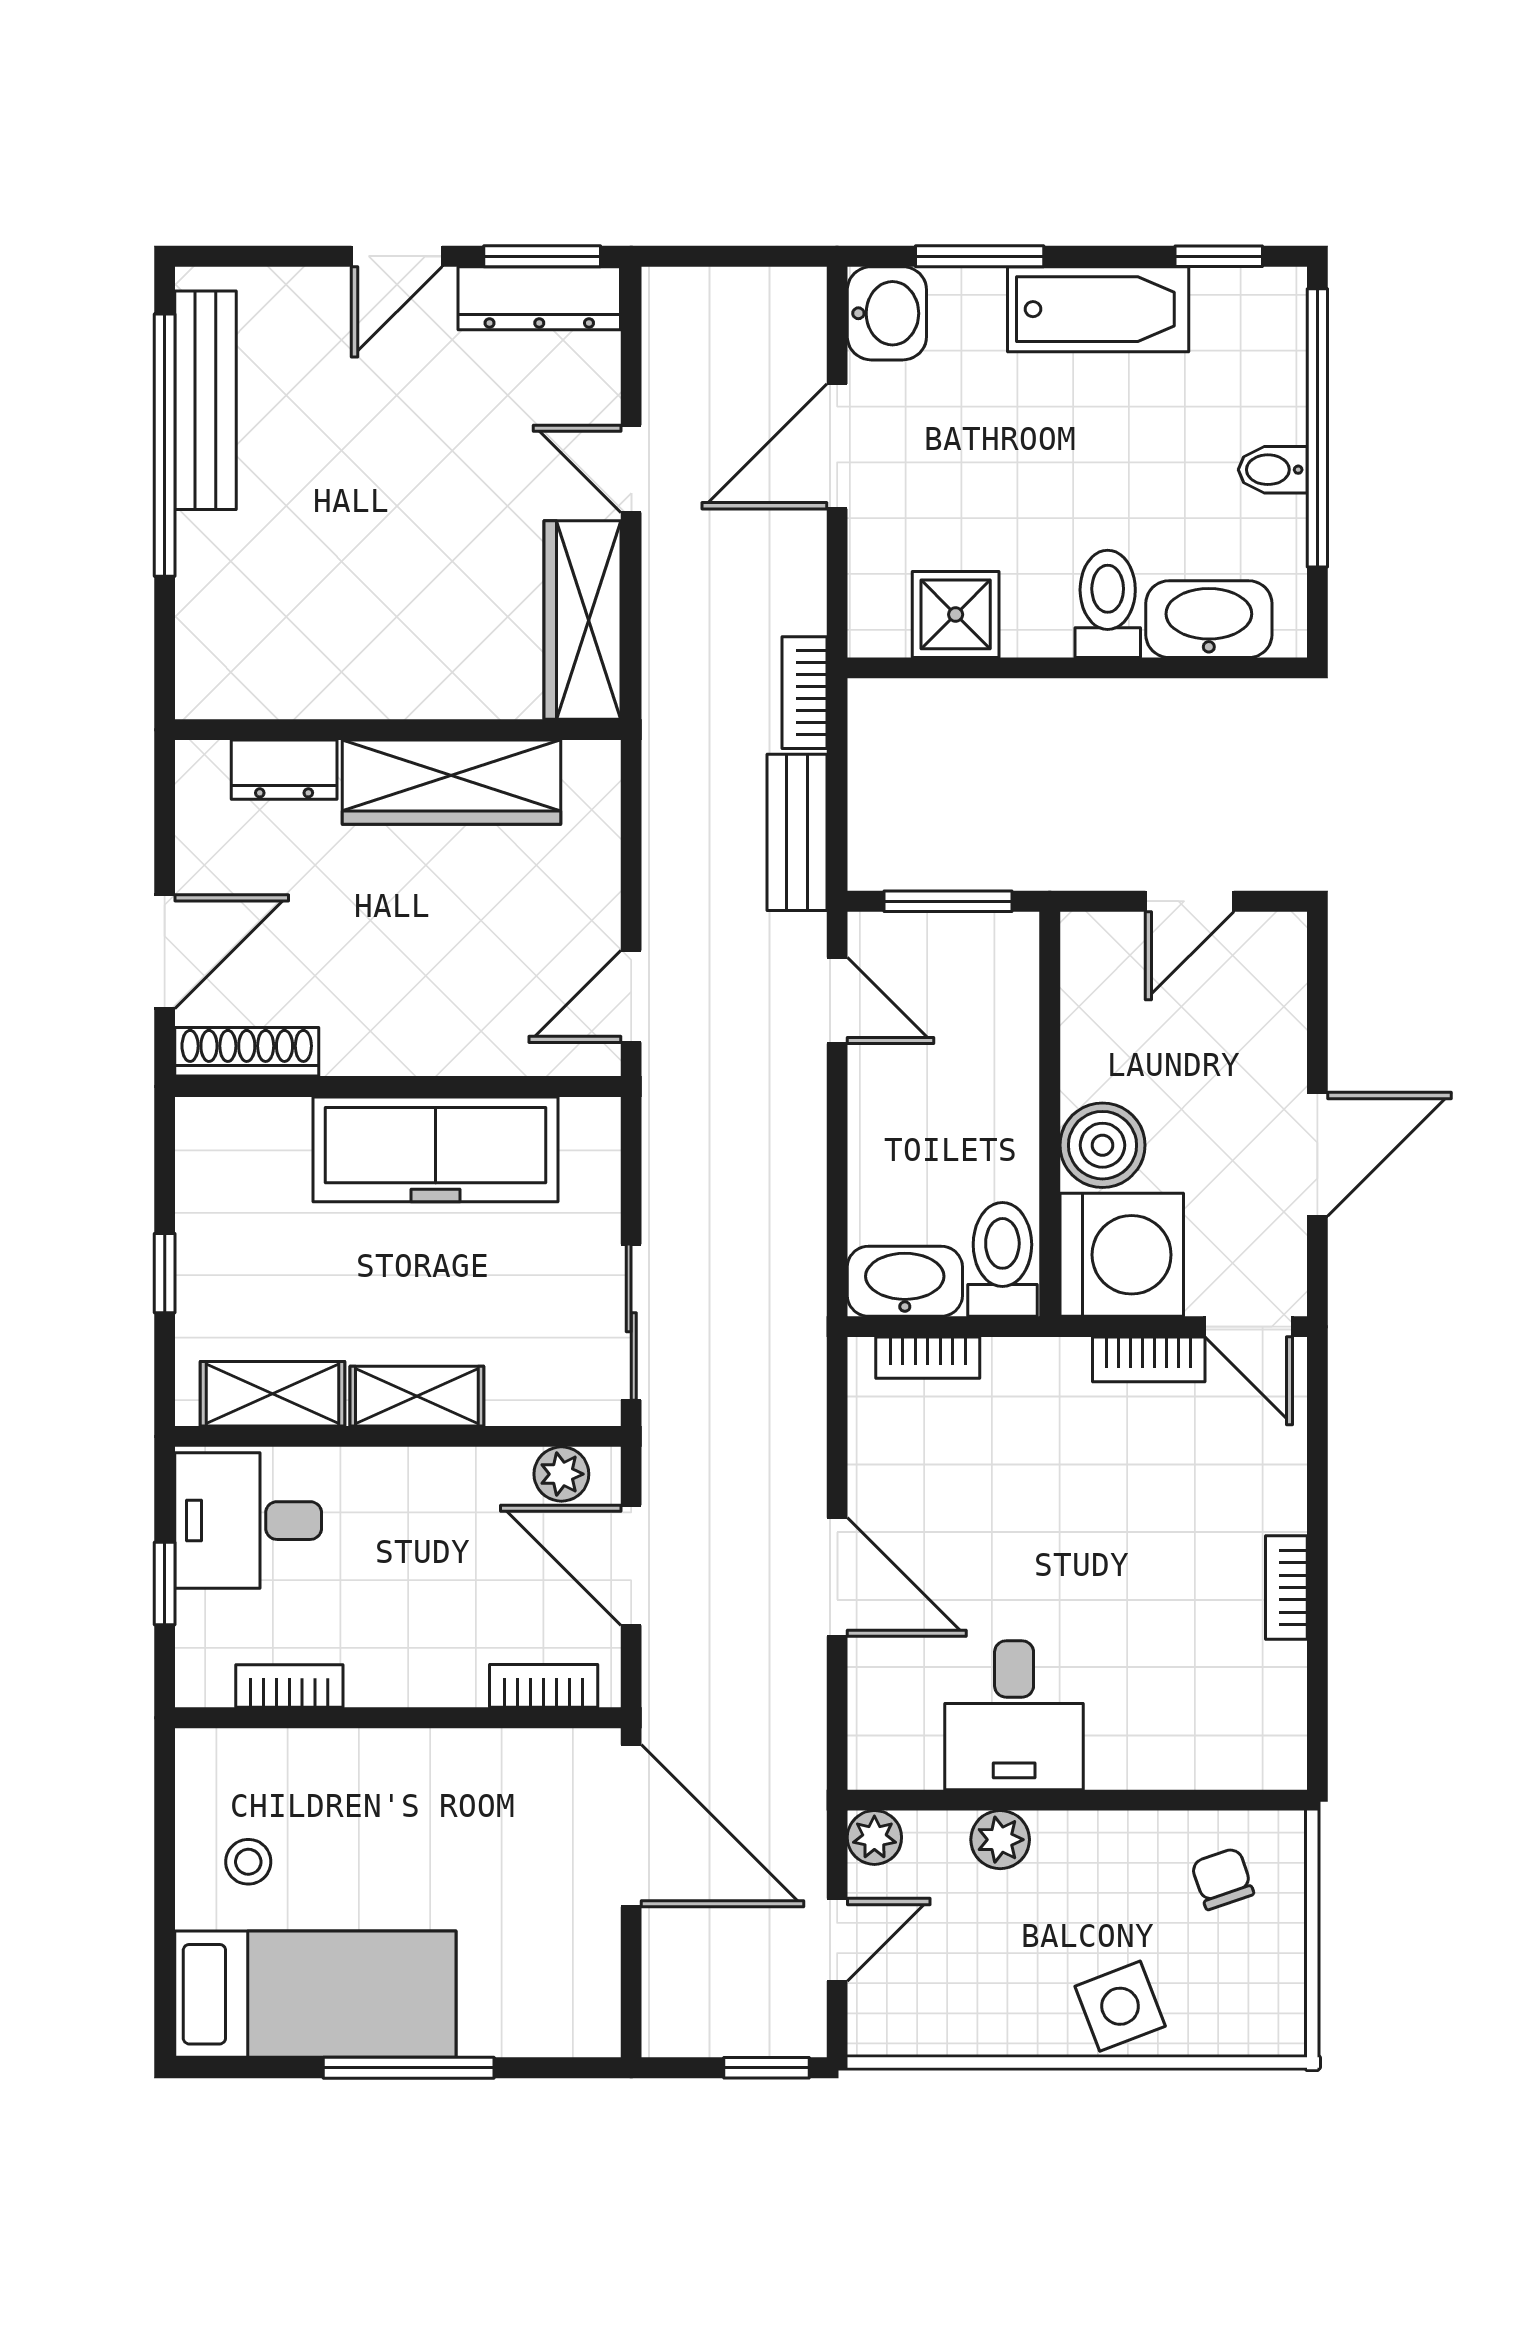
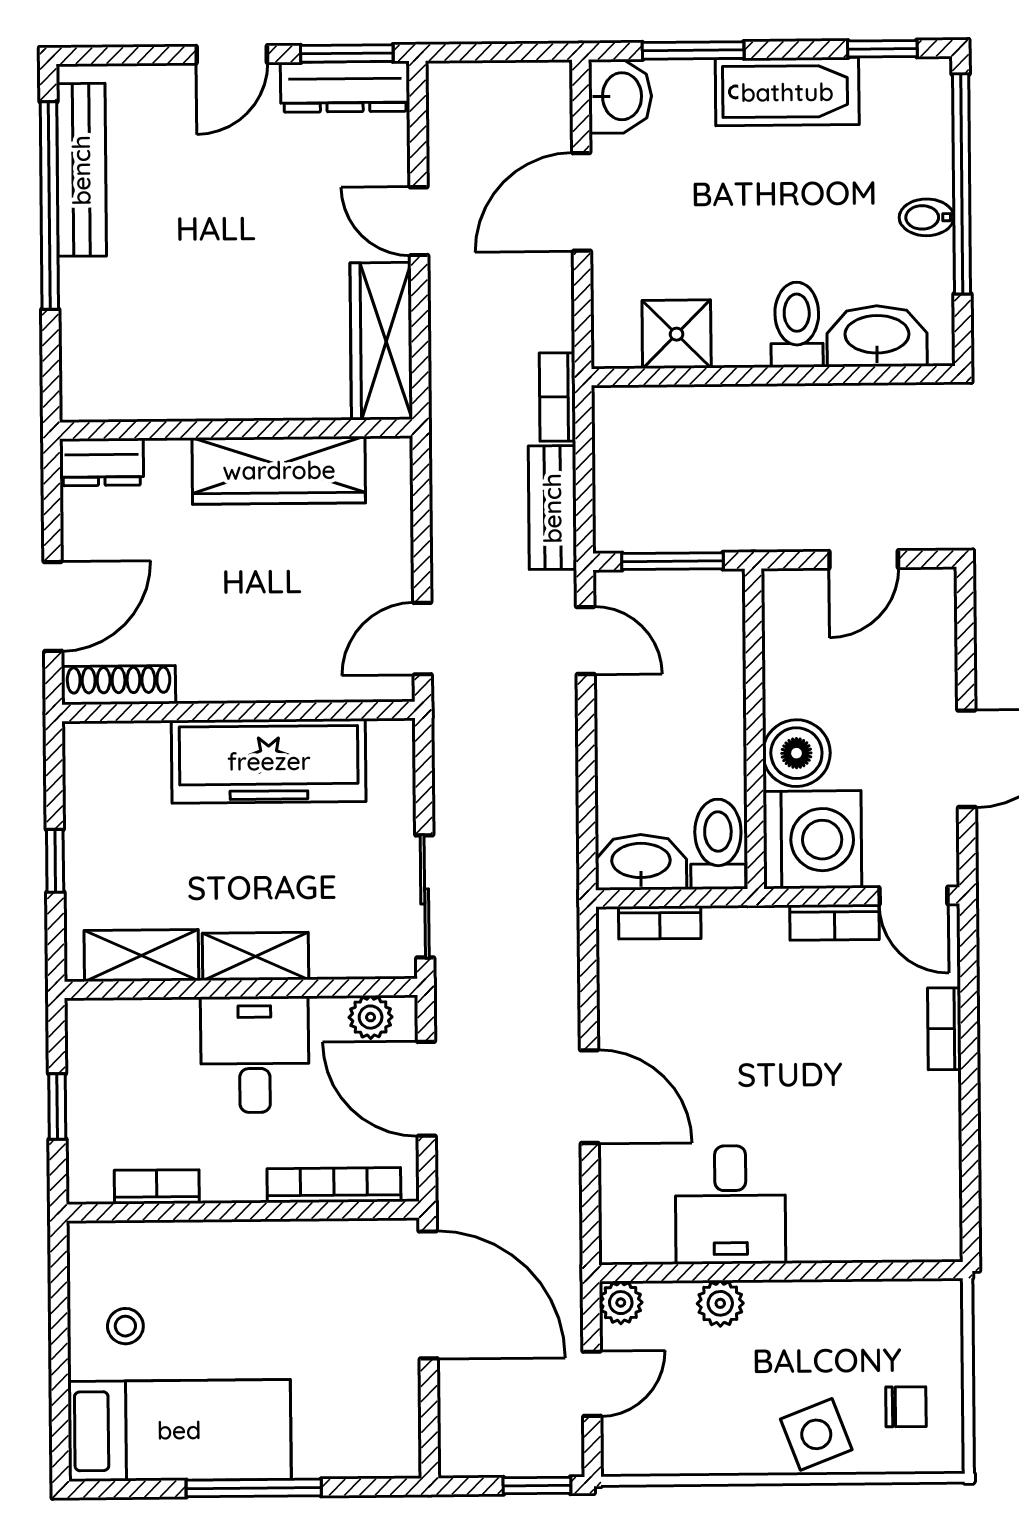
dresser: (284, 770) -> (102, 462), moved
desk: (248, 1521) -> (255, 1054), moved, turned 90
bookcase: (1286, 1587) -> (944, 1029), moved
bookcase: (544, 1686) -> (334, 1185), width x1.56
chair: (1222, 1879) -> (906, 1407), moved, turned 109

